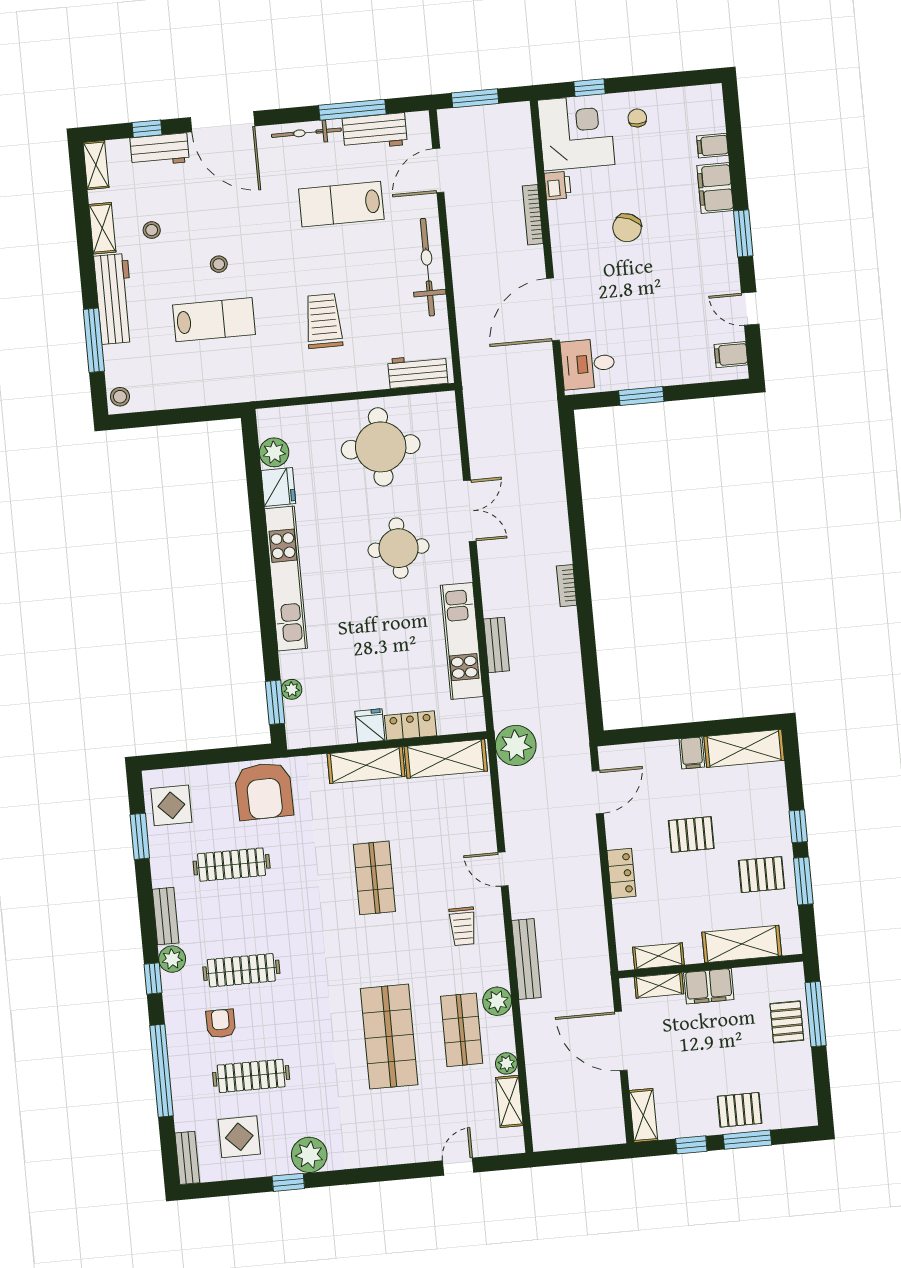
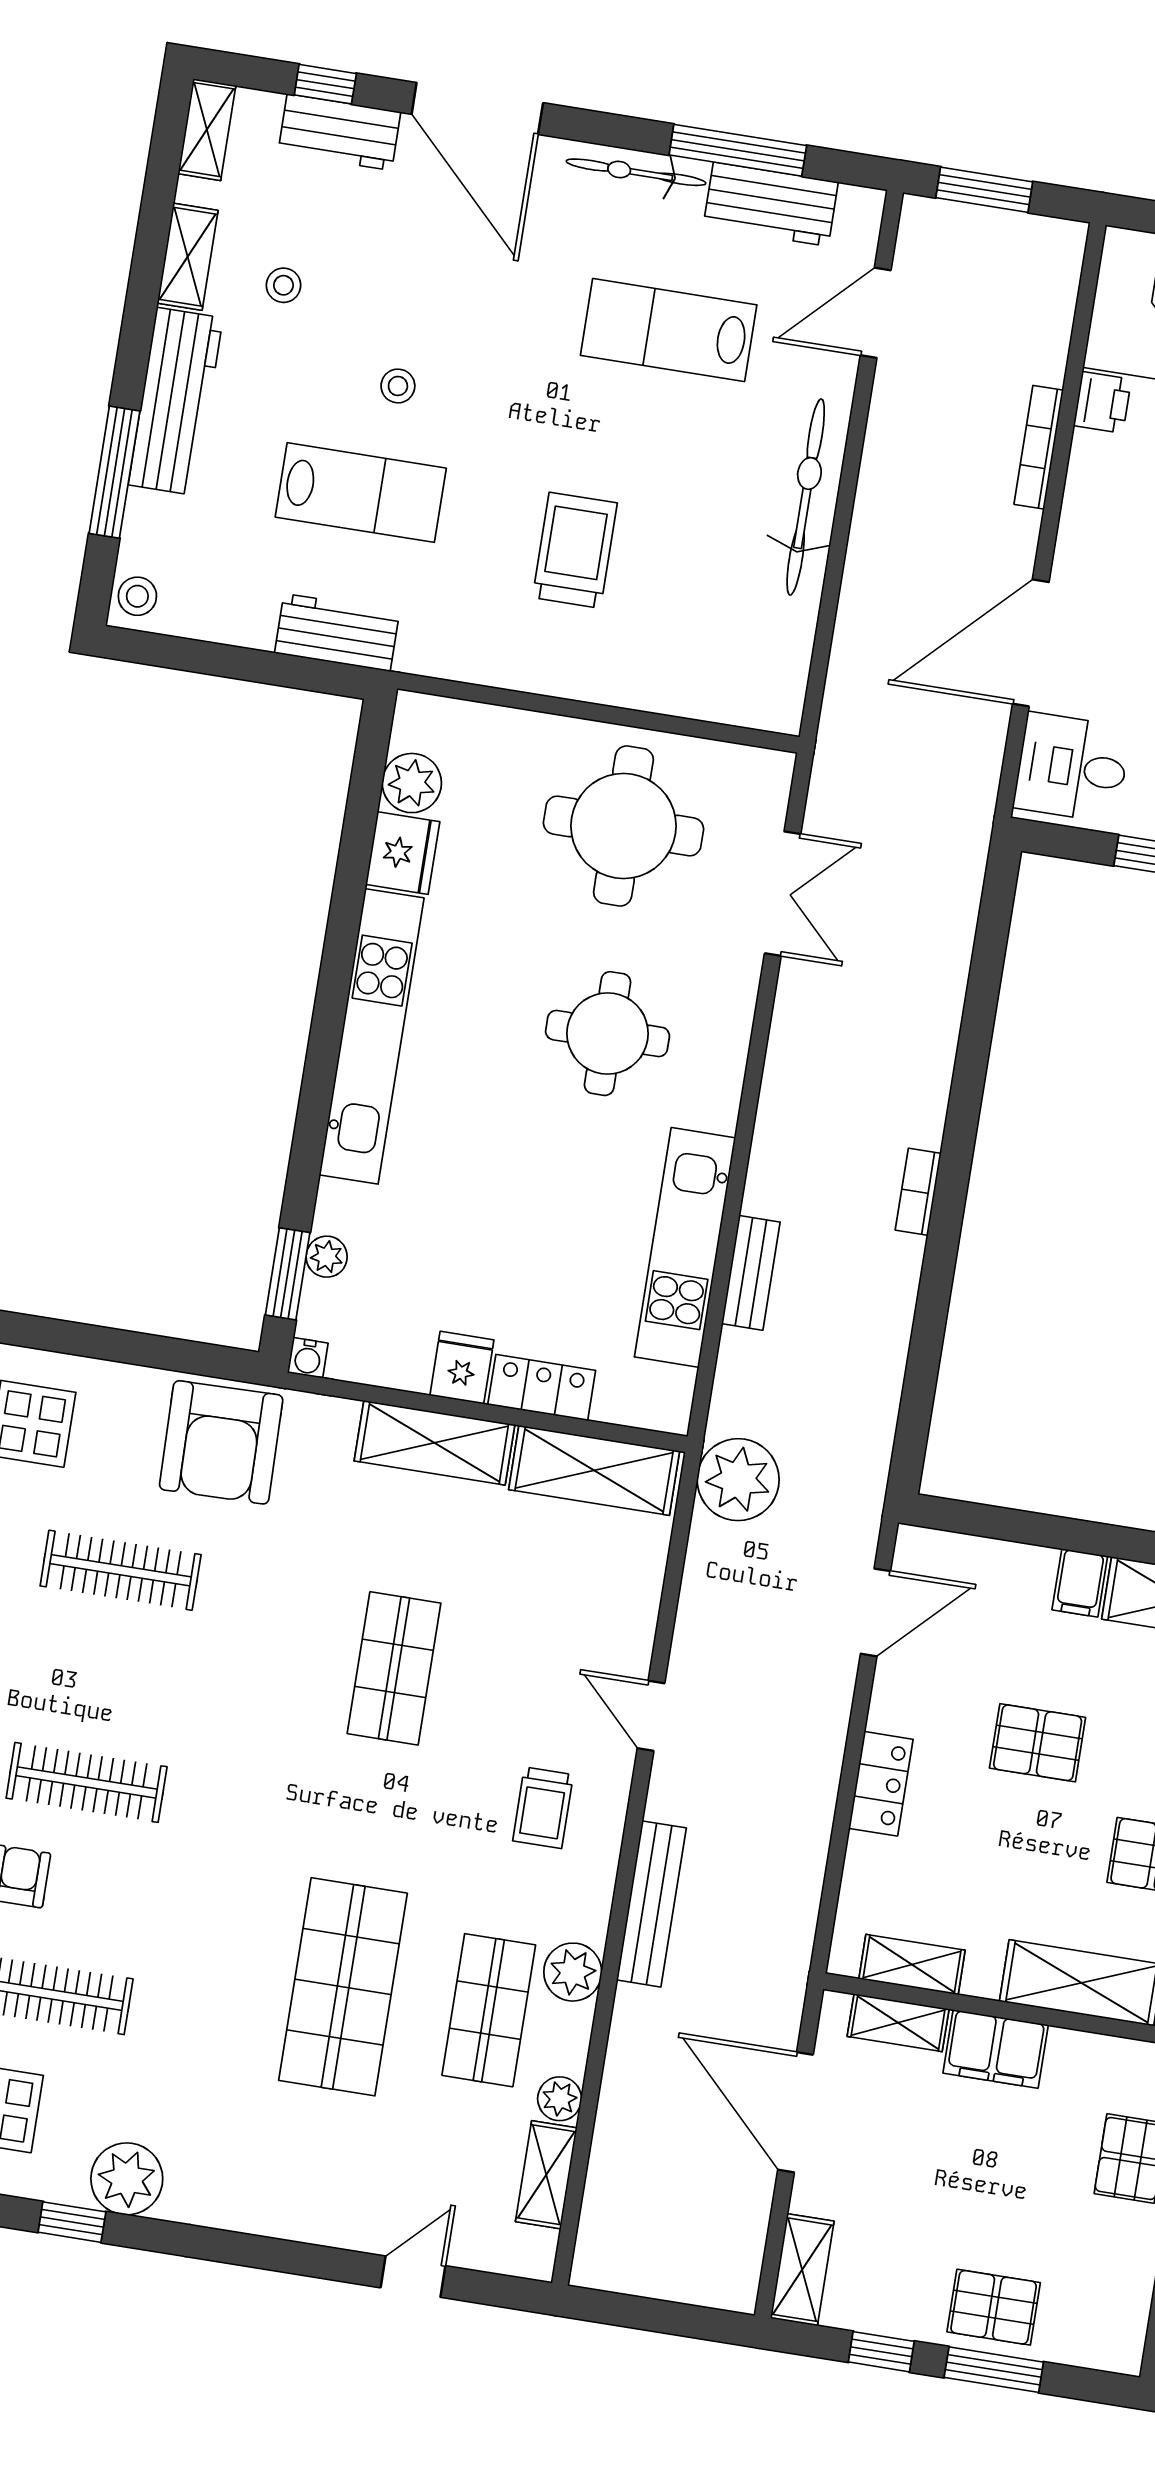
workbench: (418, 371) -> (337, 632), moved
double door: (470, 511) -> (783, 894), moved
water cooler: (295, 740) -> (308, 1358), added

